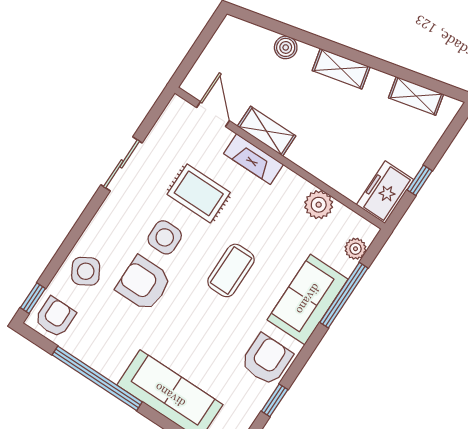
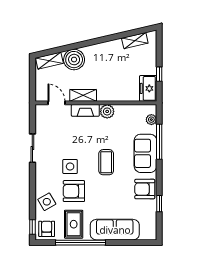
boiler: (286, 47) -> (74, 60), width x1.86, depth x1.86
shelving: (341, 69) -> (49, 61), moved
rug: (199, 193) -> (74, 224), moved, turned 90
plant: (319, 205) -> (107, 111), moved
armchair: (266, 360) -> (145, 189), turned -90

